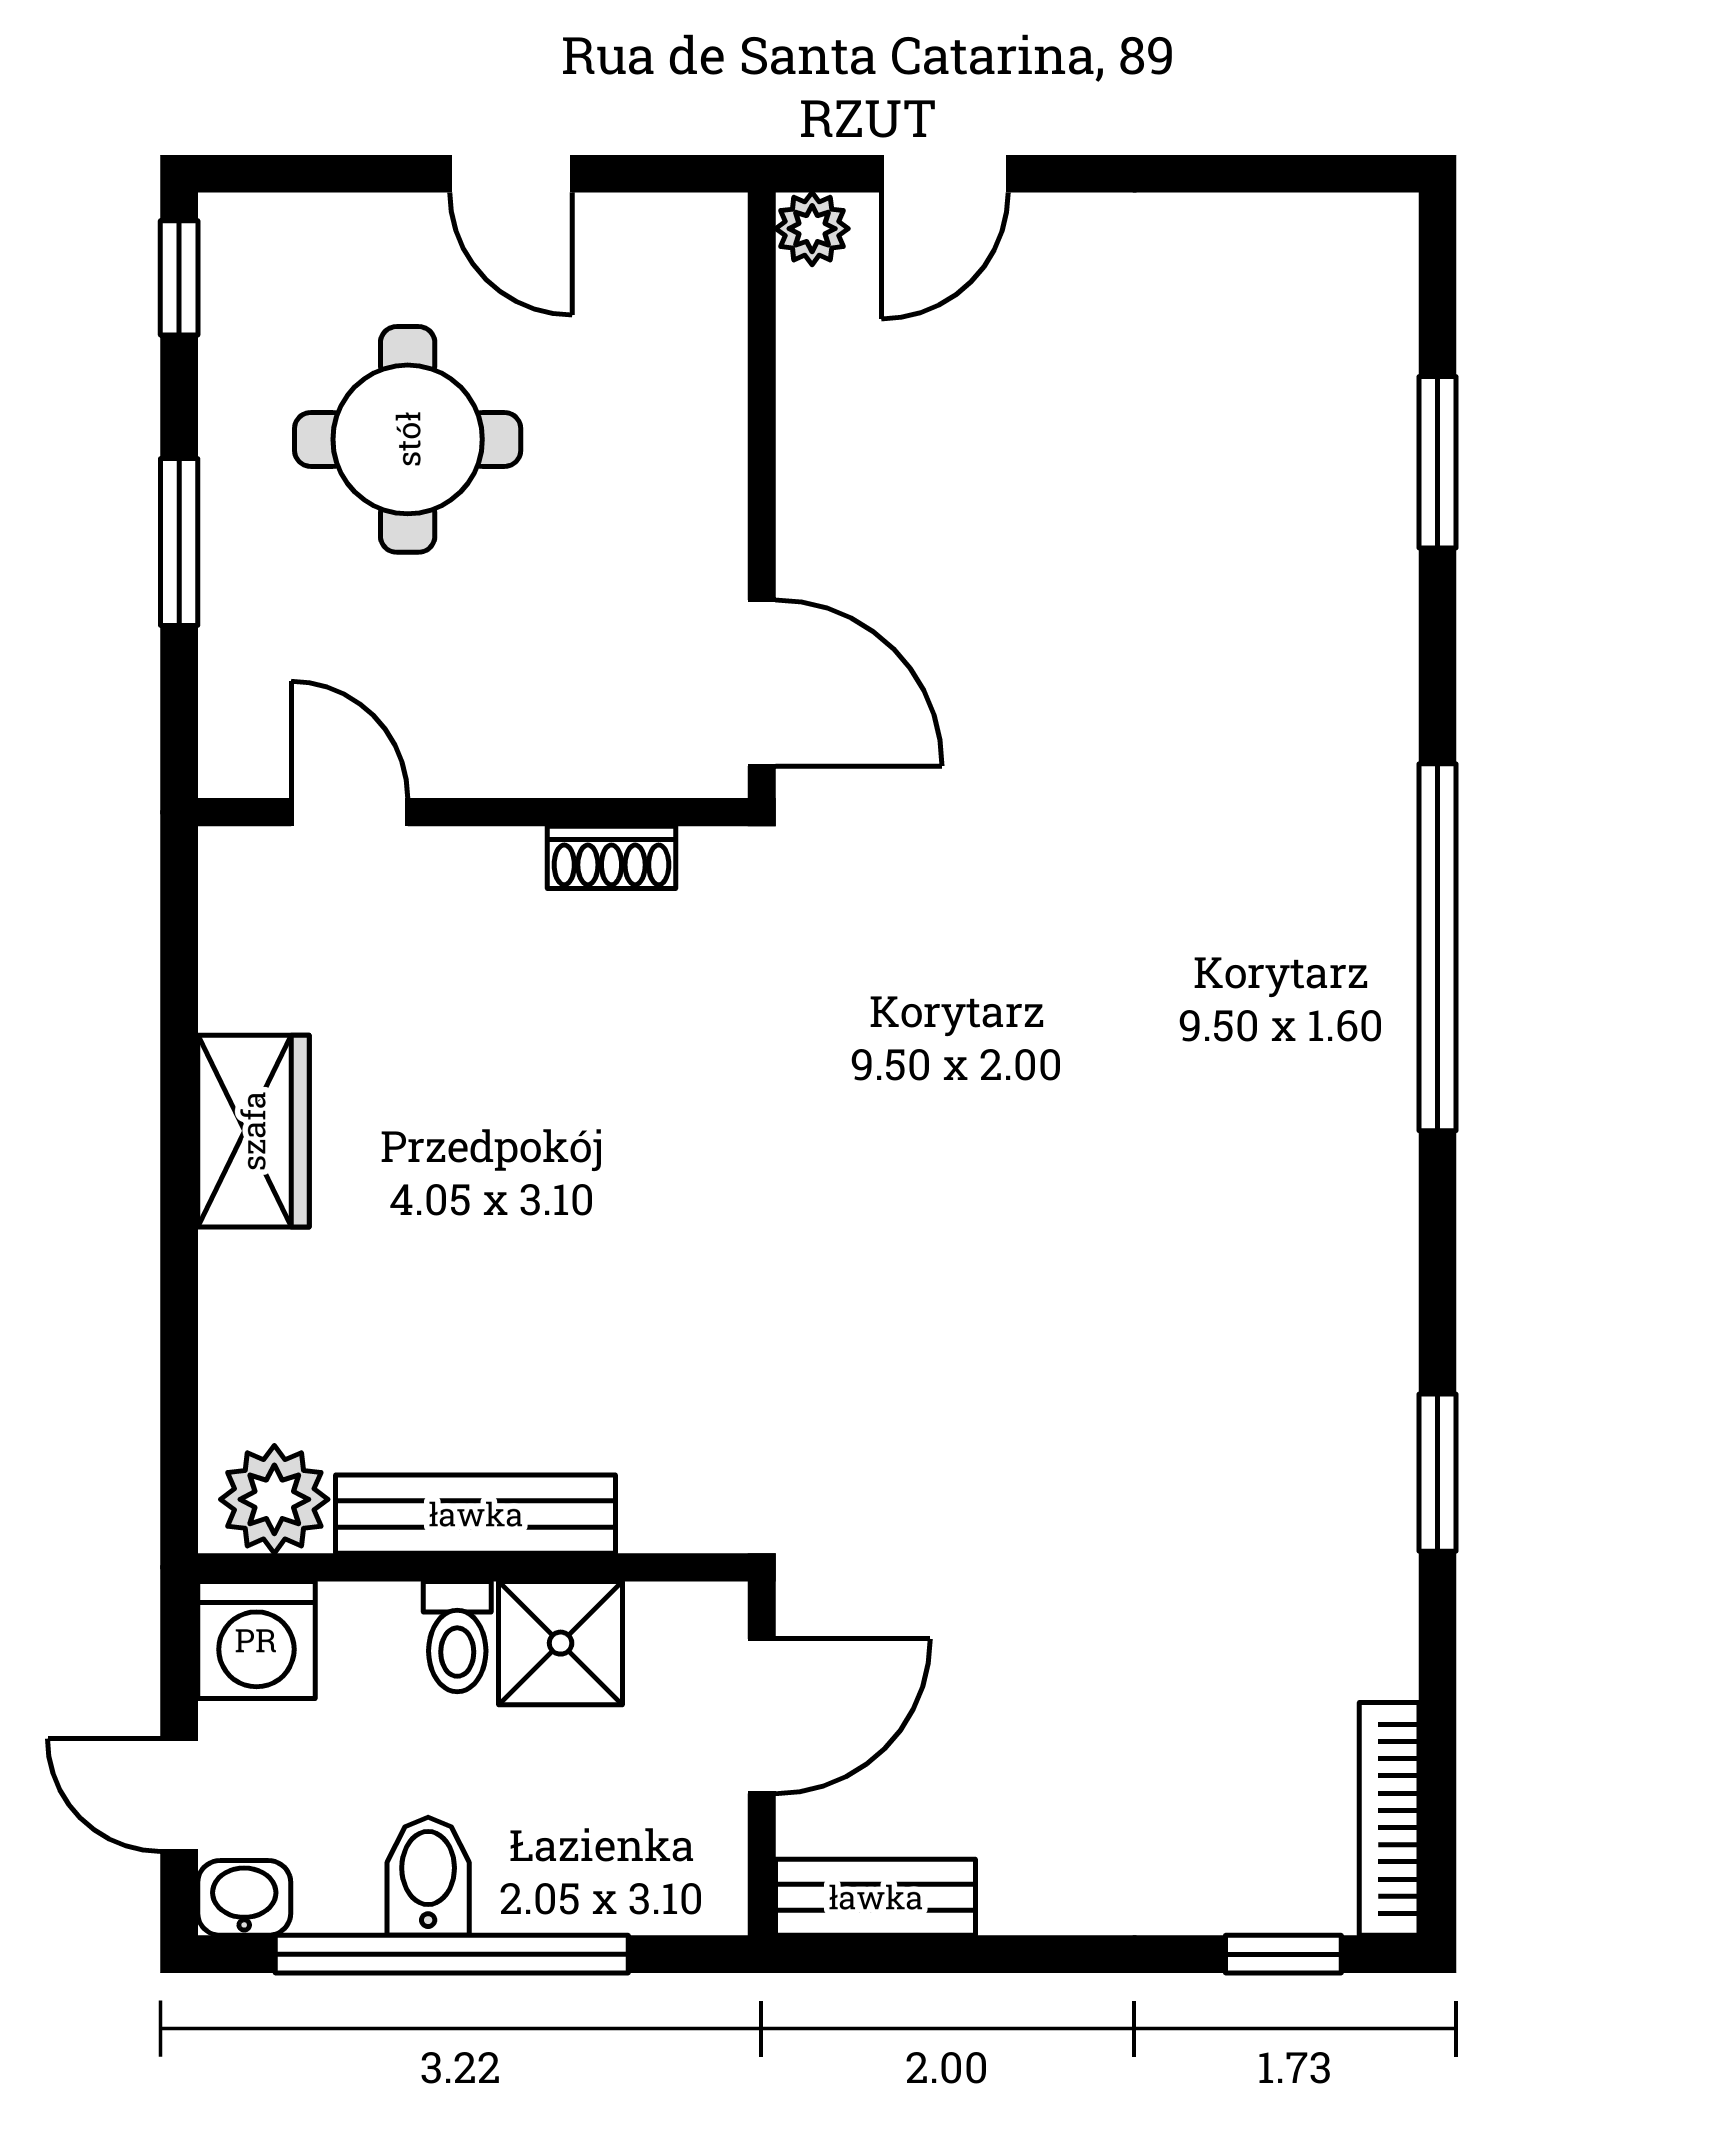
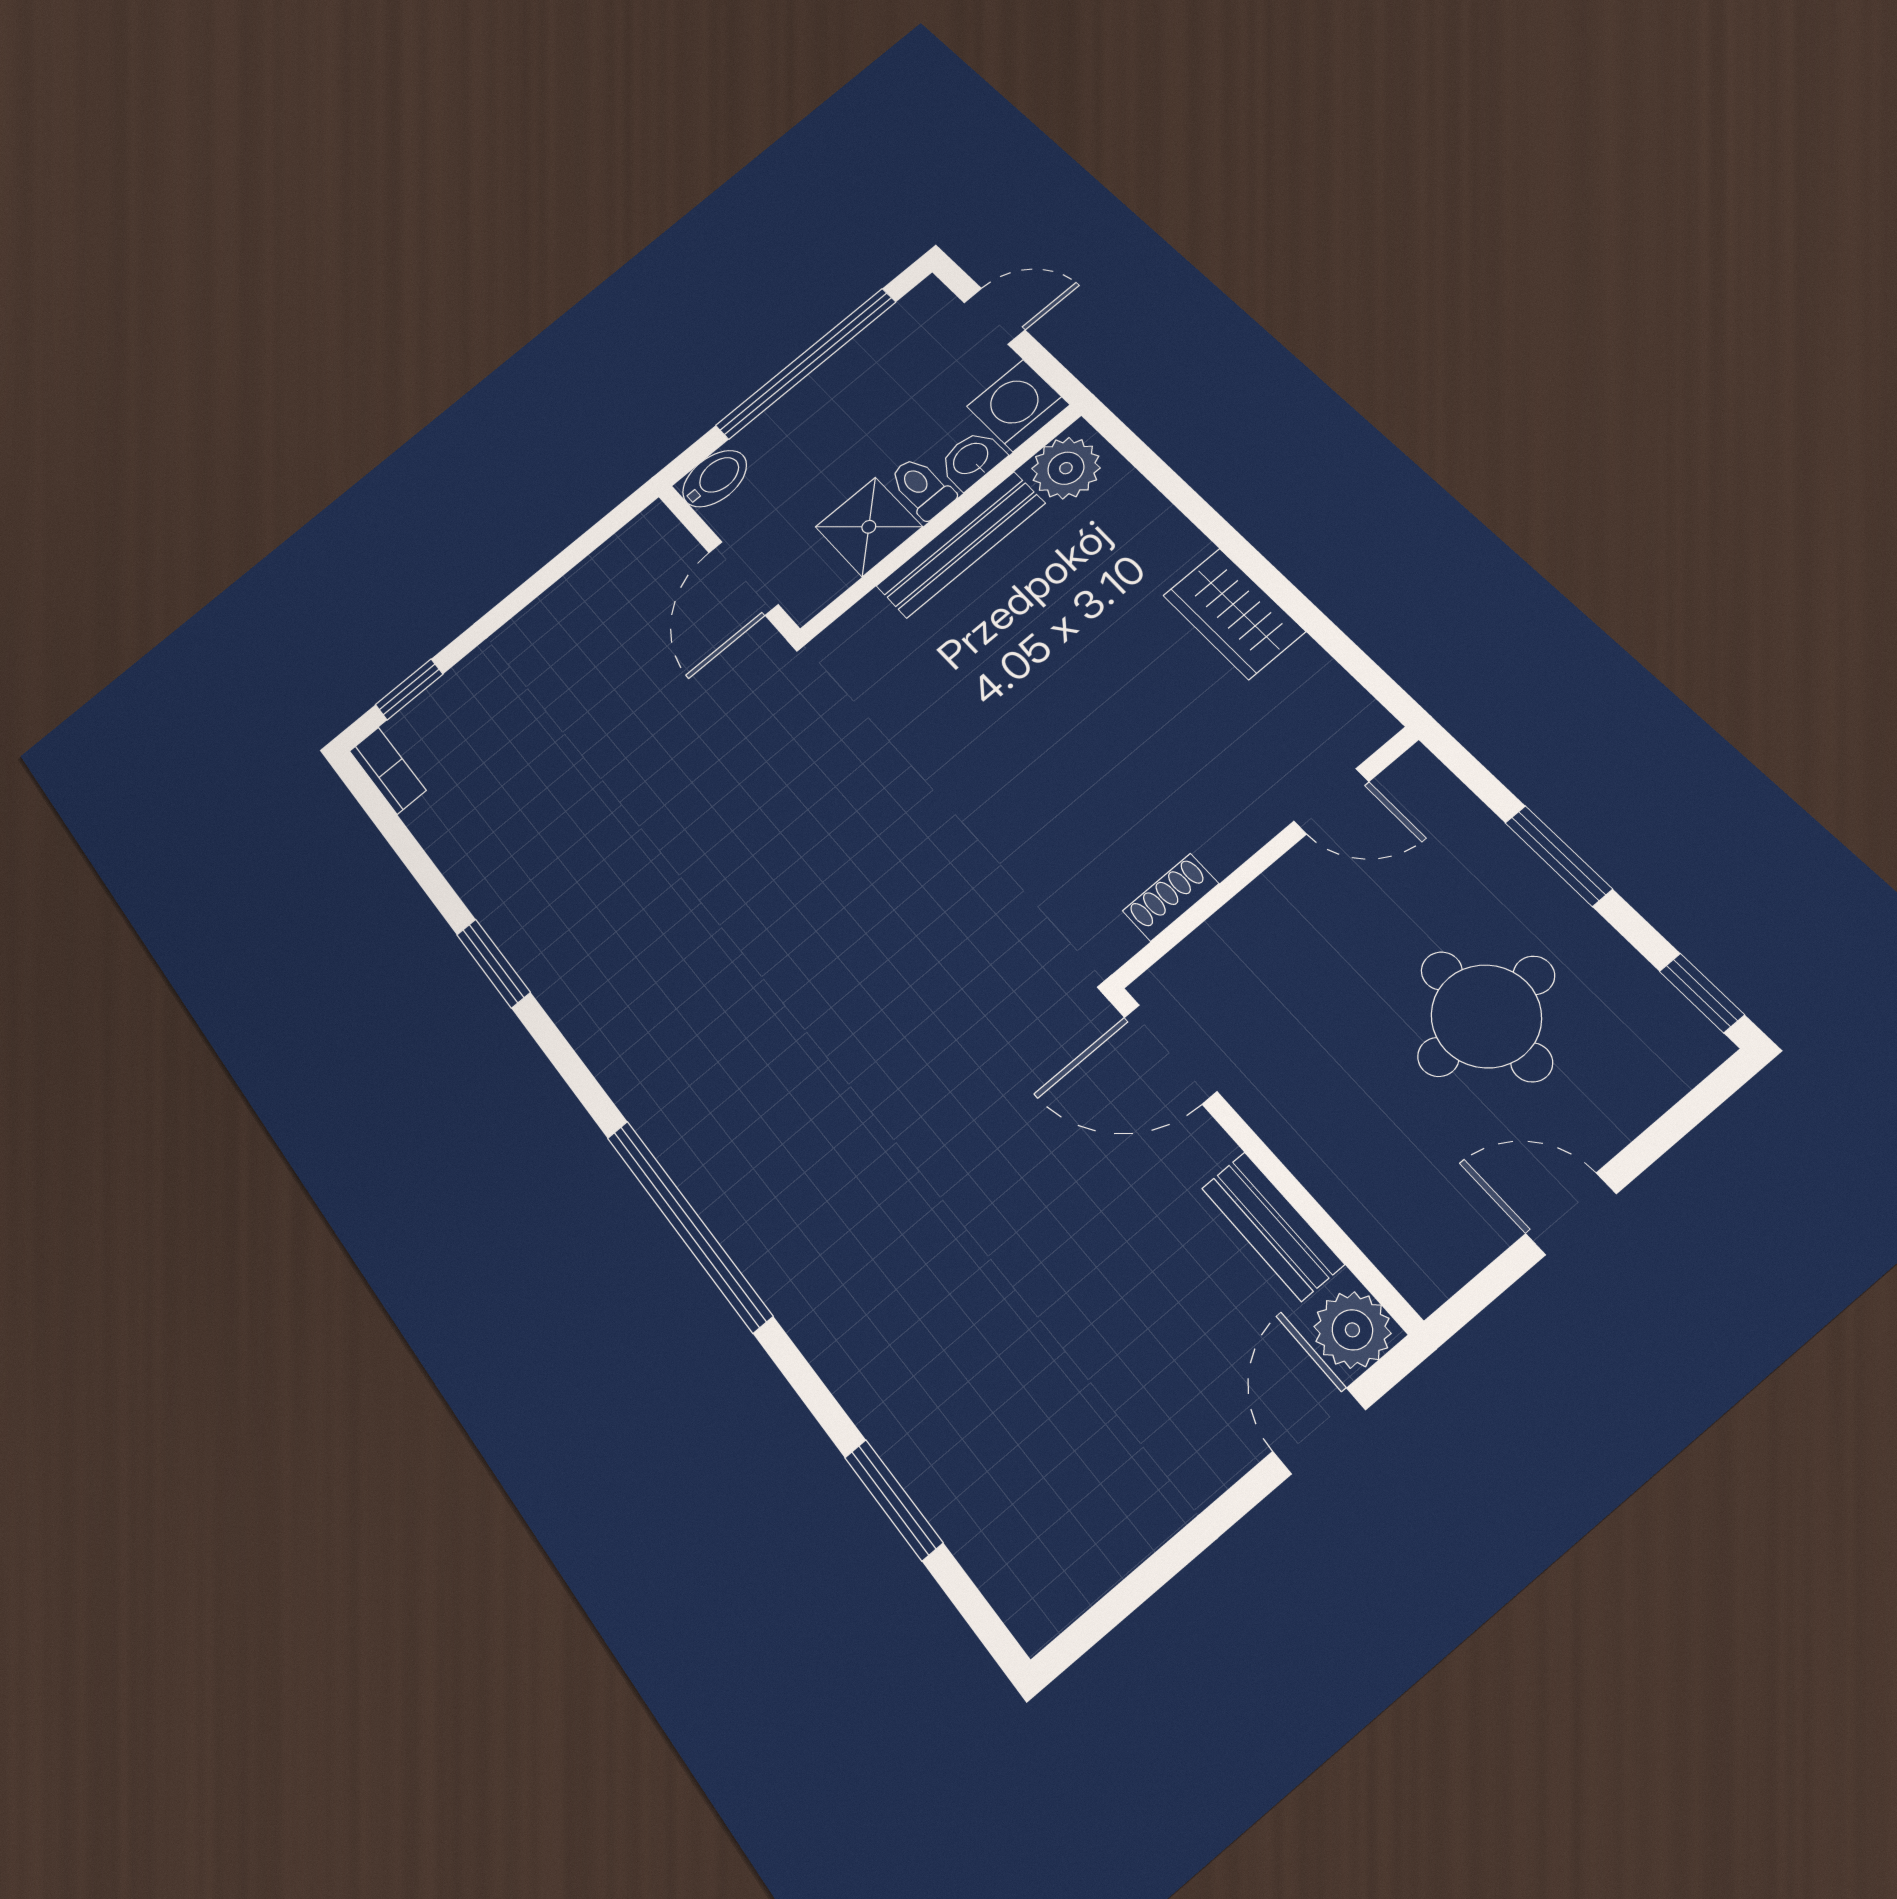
plant: (812, 229) -> (1352, 1330), width x1.38, depth x1.38
bookcase: (1389, 1819) -> (388, 771), width x0.64
bidet: (428, 1876) -> (715, 479), moved, turned -90
bench: (876, 1897) -> (1273, 1226), moved, turned 90
washbasin: (244, 1898) -> (971, 459), moved, turned 180

